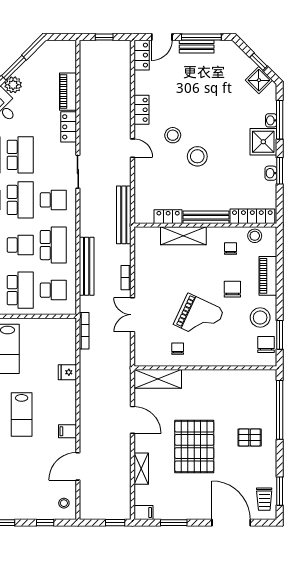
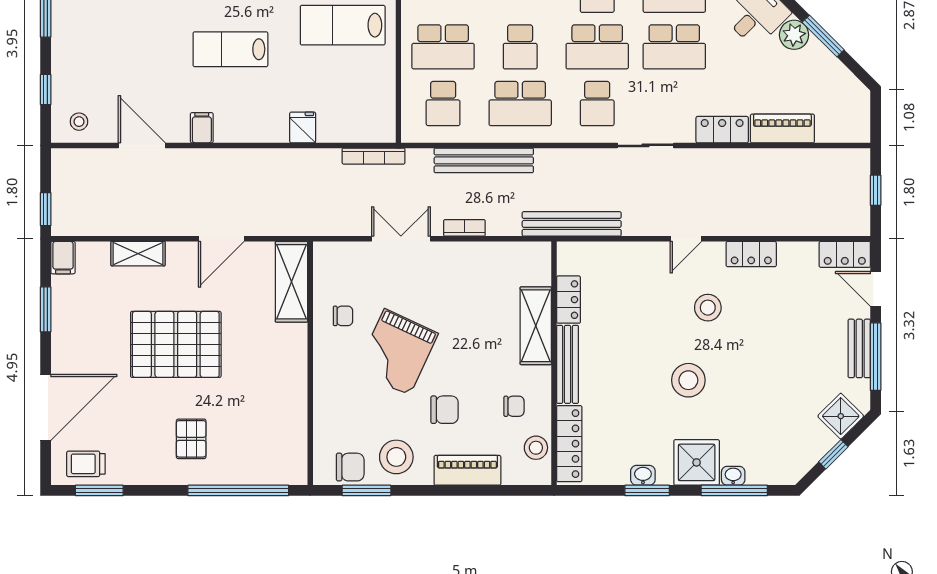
shower: (259, 80) -> (841, 416), moved
stool: (197, 156) -> (688, 380), moved

